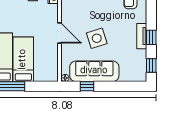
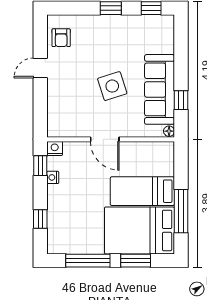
door: (60, 33) -> (105, 139), swing flipped
tv unit: (142, 36) -> (109, 22), removed

